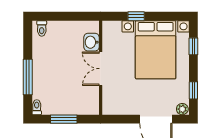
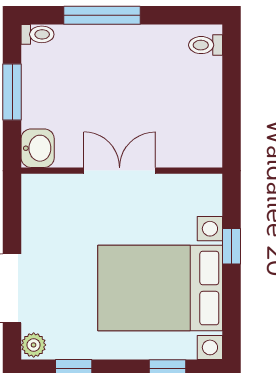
washbasin: (91, 42) -> (38, 148), moved, turned 90

